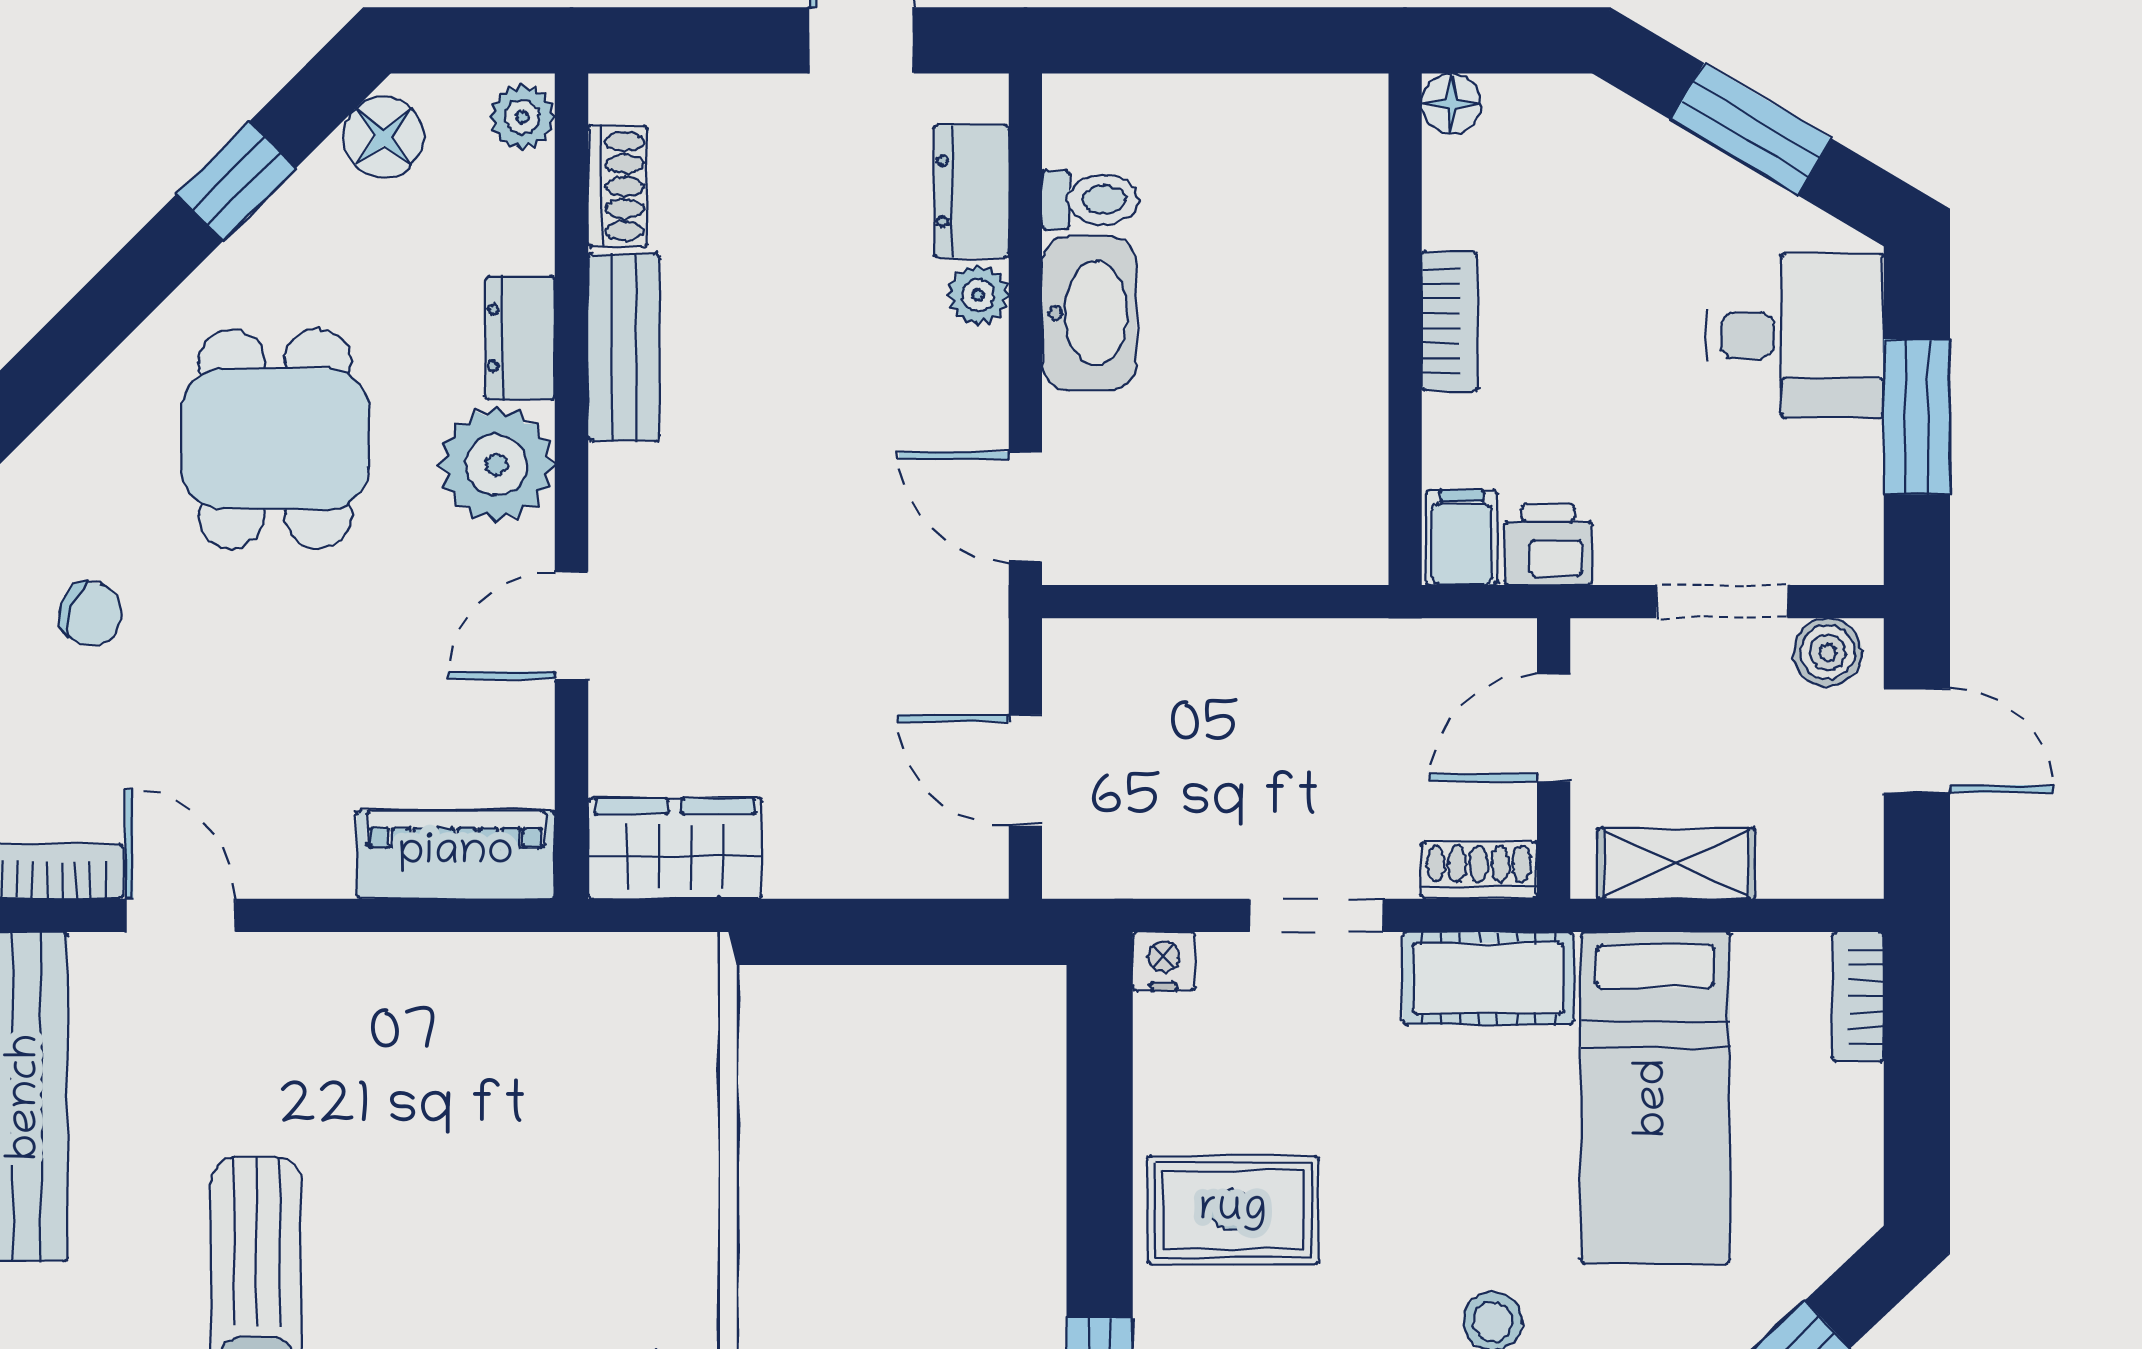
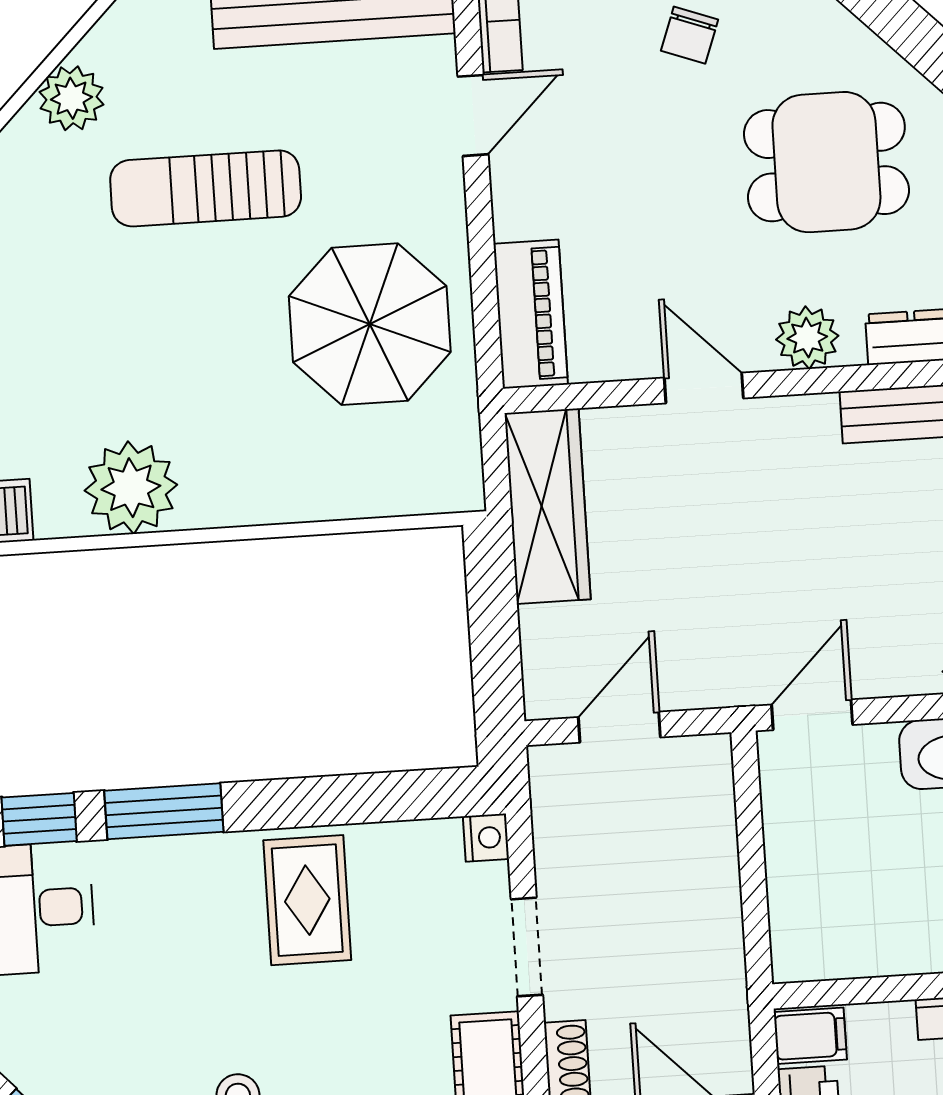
plant: (496, 465) -> (807, 338), width x0.73, depth x0.73
wardrobe: (675, 848) -> (548, 506), width x1.50
parasol: (455, 1074) -> (370, 324), added

